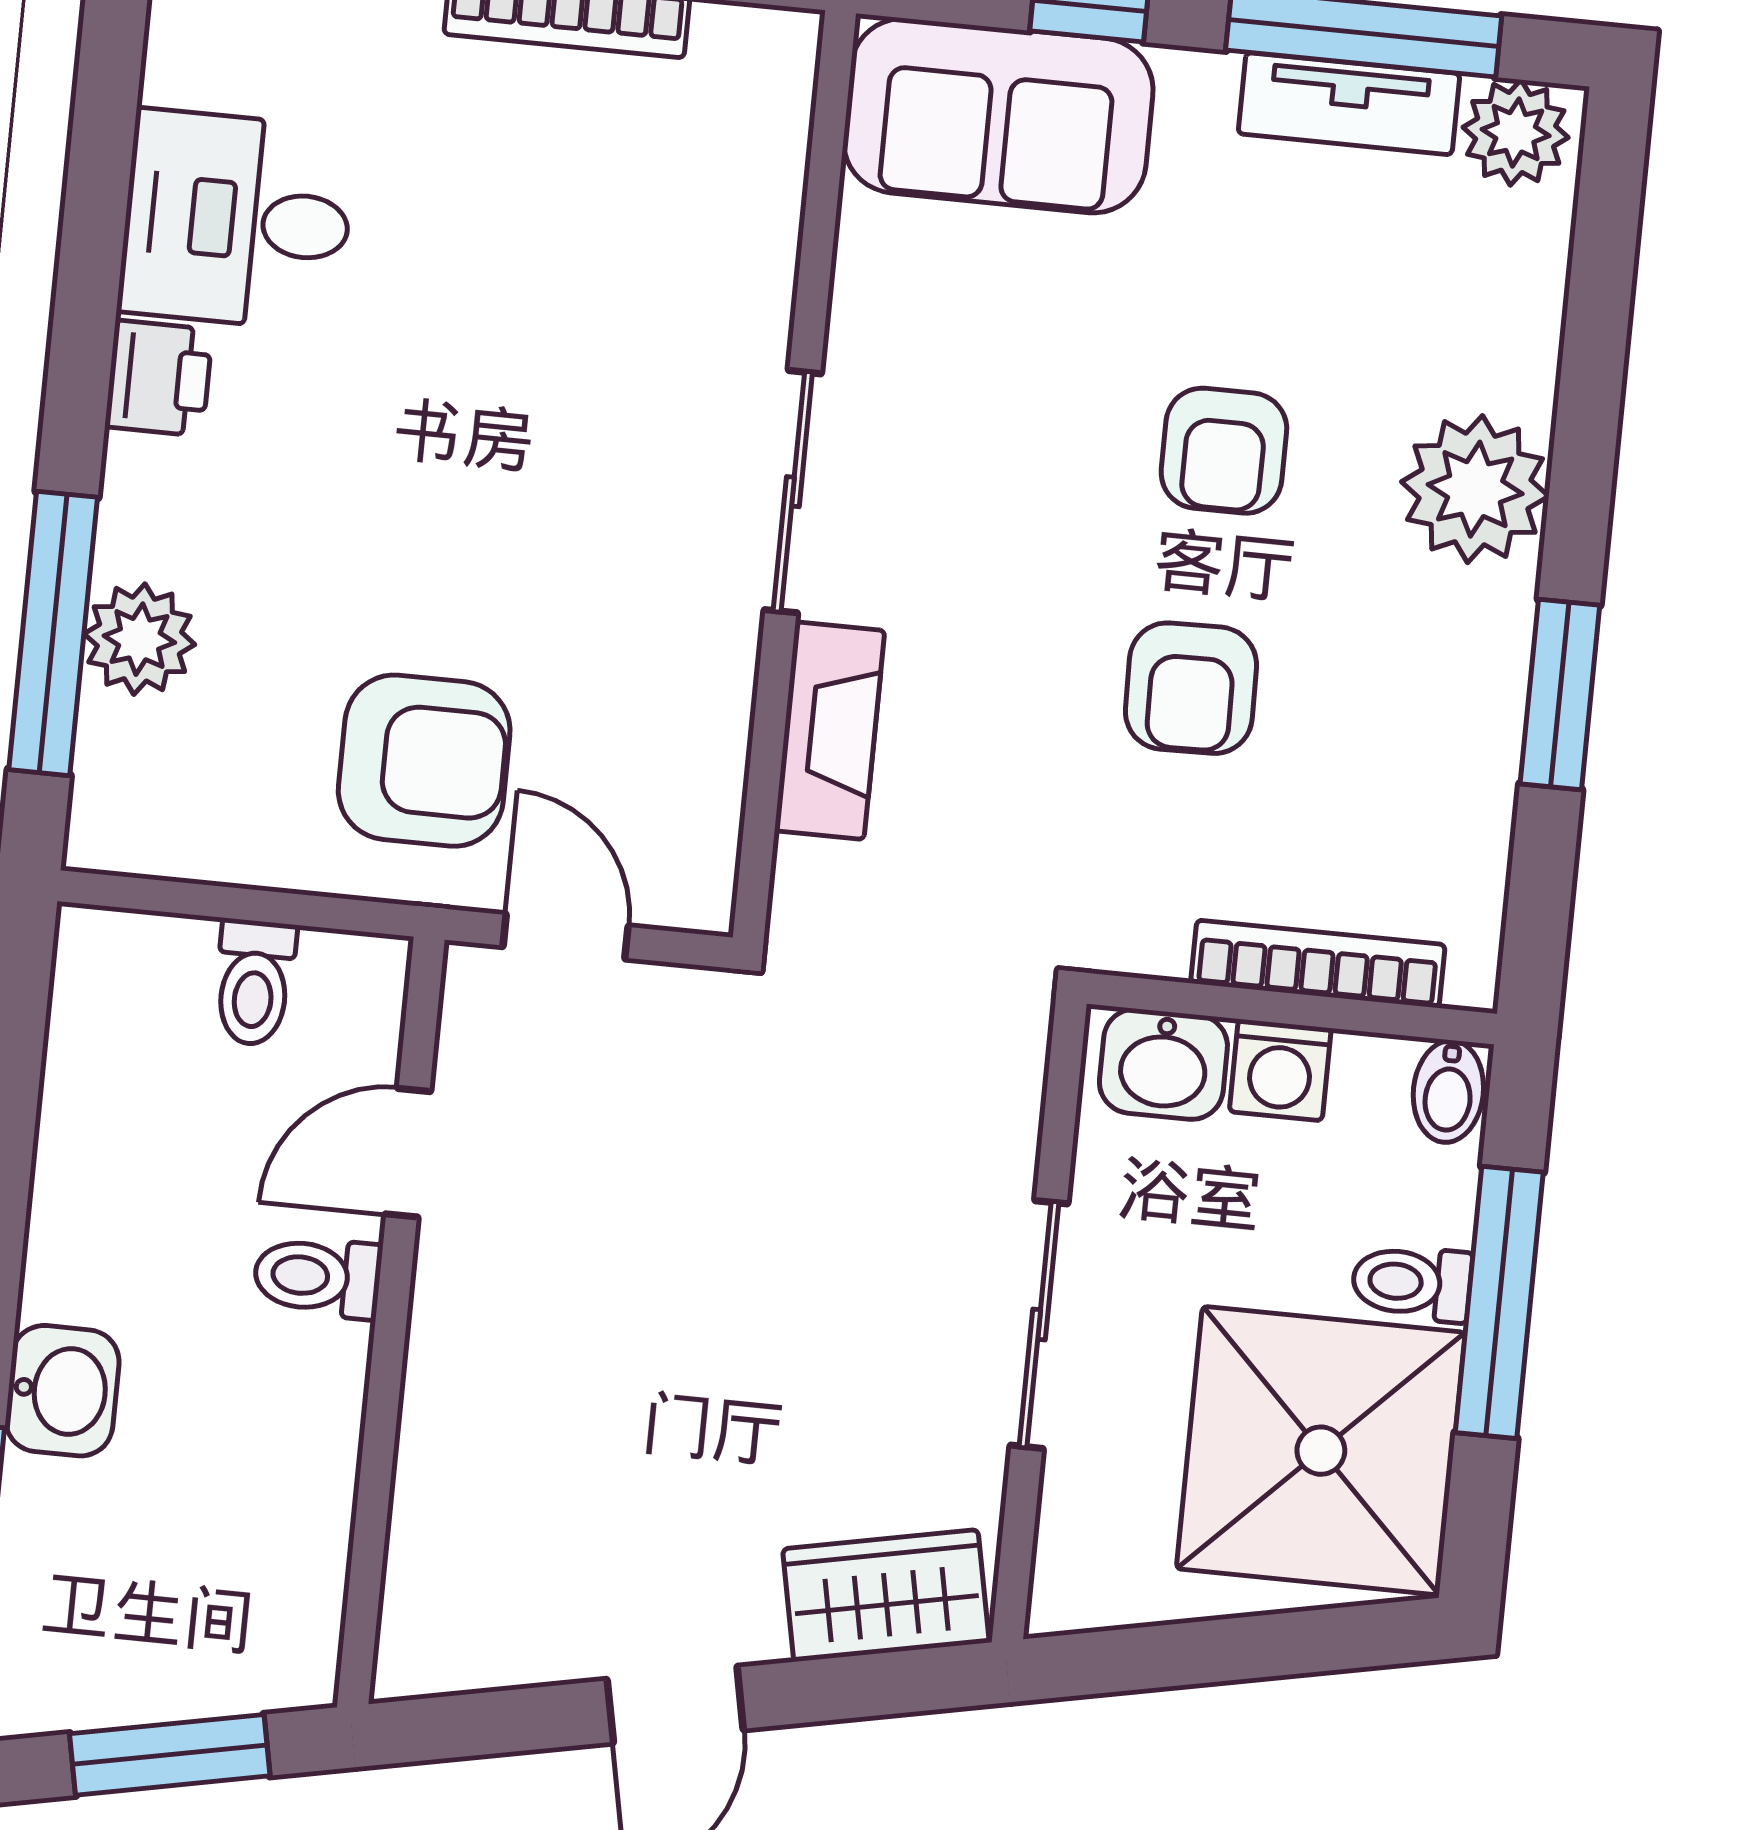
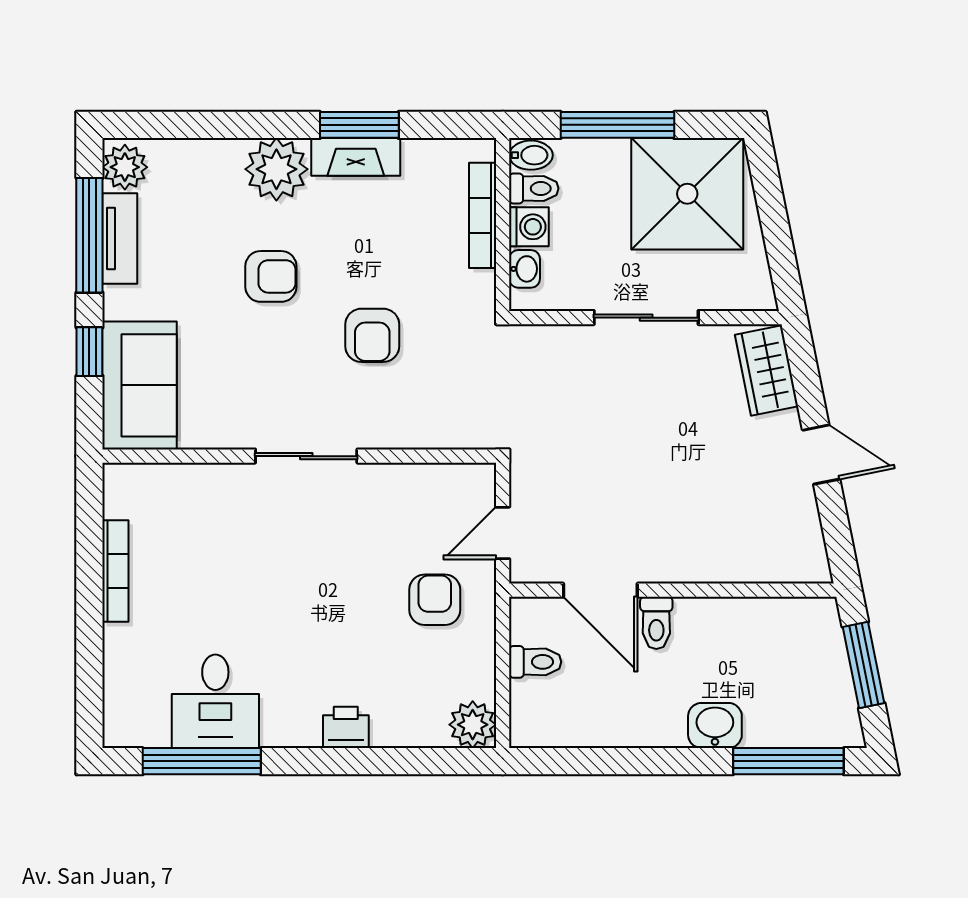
printer: (159, 378) -> (346, 727), moved
window: (53, 633) -> (202, 761), moved
plant: (139, 639) -> (473, 725), moved
armchair: (1191, 688) -> (372, 335), moved, turned 91
fireplace: (830, 731) -> (356, 157), moved, turned 180
armchair: (424, 761) -> (435, 600), width x0.72, depth x0.72
washbasin: (1163, 1064) -> (525, 269), width x0.72, depth x0.69
door: (408, 1153) -> (600, 590), width x1.38
toilet: (1412, 1283) -> (534, 188), moved, turned -90

